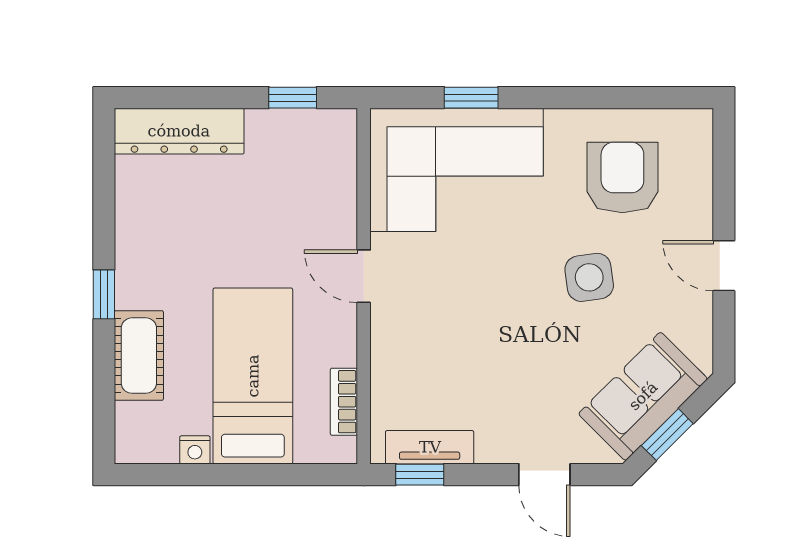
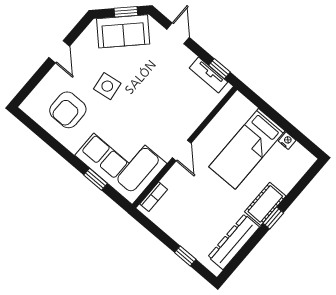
window: (293, 98) -> (185, 256), moved
dresser: (179, 131) -> (234, 242), moved, turned -90
cot: (139, 356) -> (265, 204), moved
bookcase: (344, 402) -> (154, 197), moved

